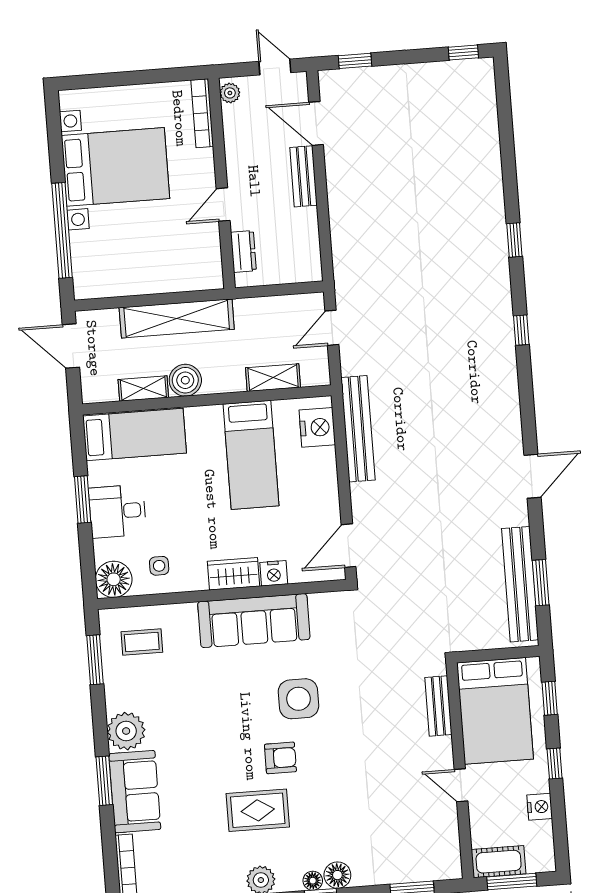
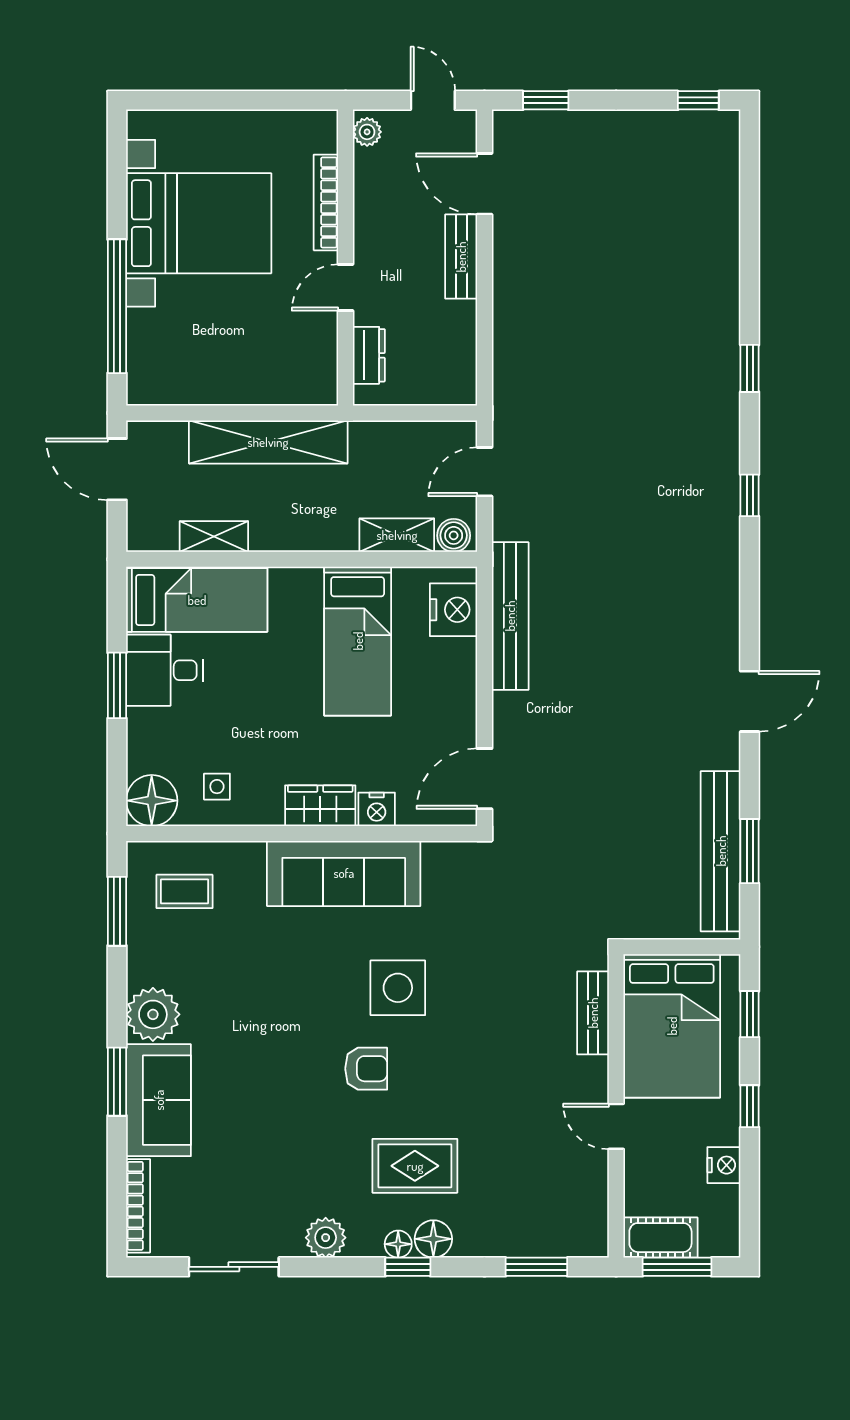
bookcase: (202, 113) -> (326, 202), moved
boiler: (185, 380) -> (454, 535), moved, width x0.73, depth x0.73
desk: (117, 511) -> (164, 670), moved
rug: (258, 810) -> (415, 1166), moved

